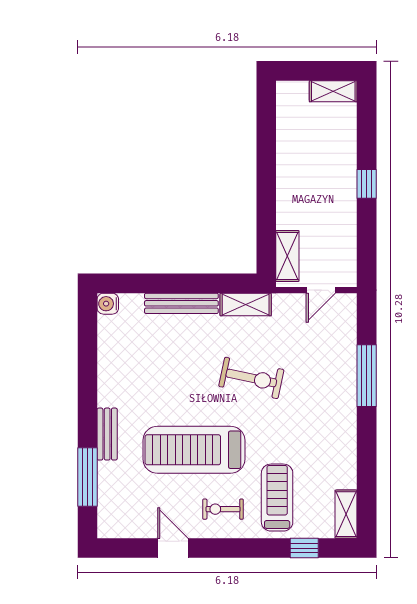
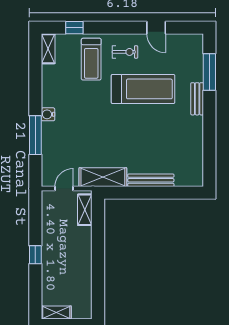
water cooler: (108, 304) -> (48, 114), moved, turned 180
shelving: (246, 305) -> (103, 177), width x1.50, depth x1.33
exercise bike: (251, 378) -> (107, 134), removed

